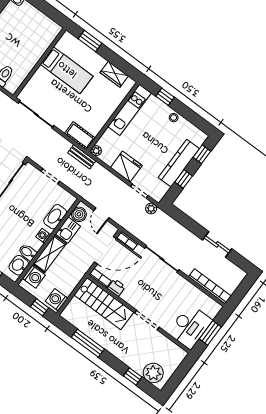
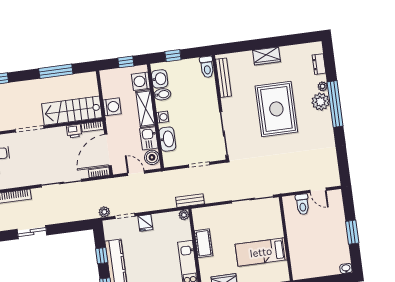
cot: (80, 136) -> (204, 243), moved, turned 90
fridge: (126, 167) -> (145, 223), width x0.53, depth x0.75
washing machine: (57, 300) -> (112, 107), moved
window: (39, 307) -> (126, 62), moved

